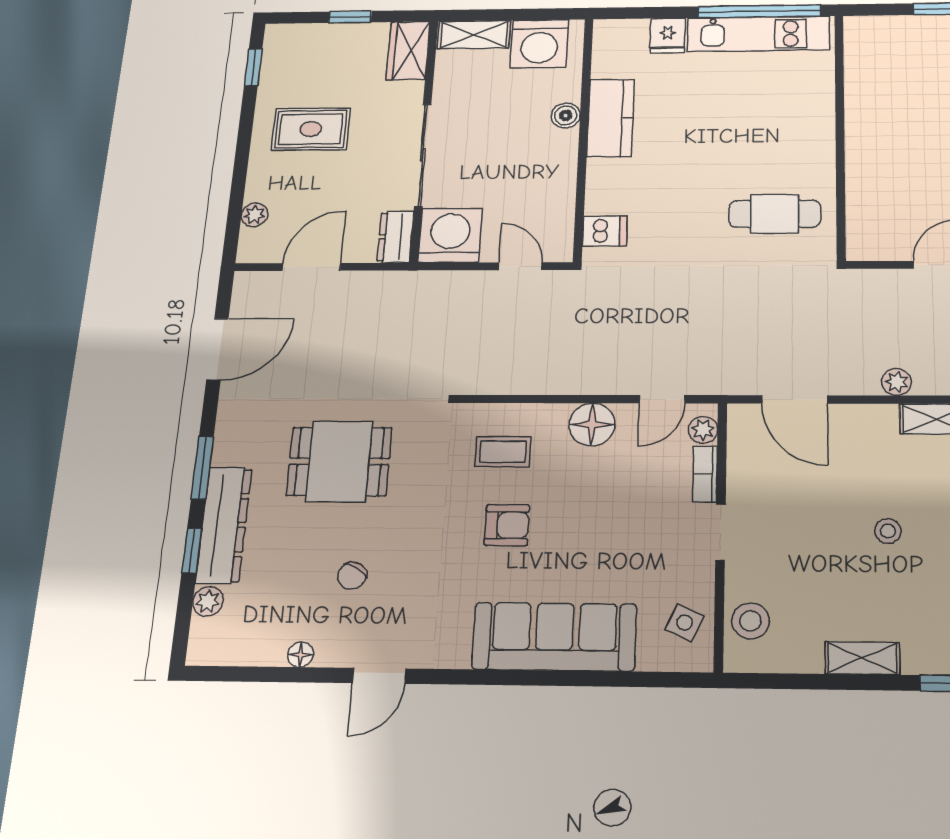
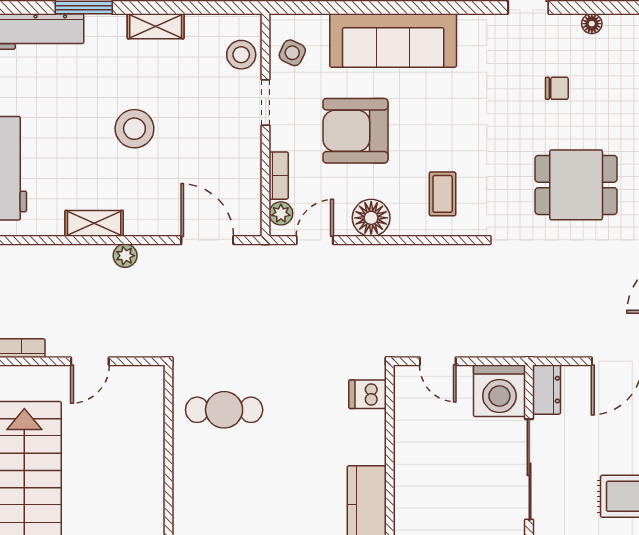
boiler: (566, 115) -> (406, 508), removed
coffee table: (503, 452) -> (443, 194), turned 90
armchair: (507, 525) -> (355, 131), moved, width x1.88, depth x1.88
stool: (888, 531) -> (134, 129), width x1.89, depth x1.89
doorway: (721, 532) -> (266, 102), moved
chair: (352, 576) -> (557, 88), turned 59

